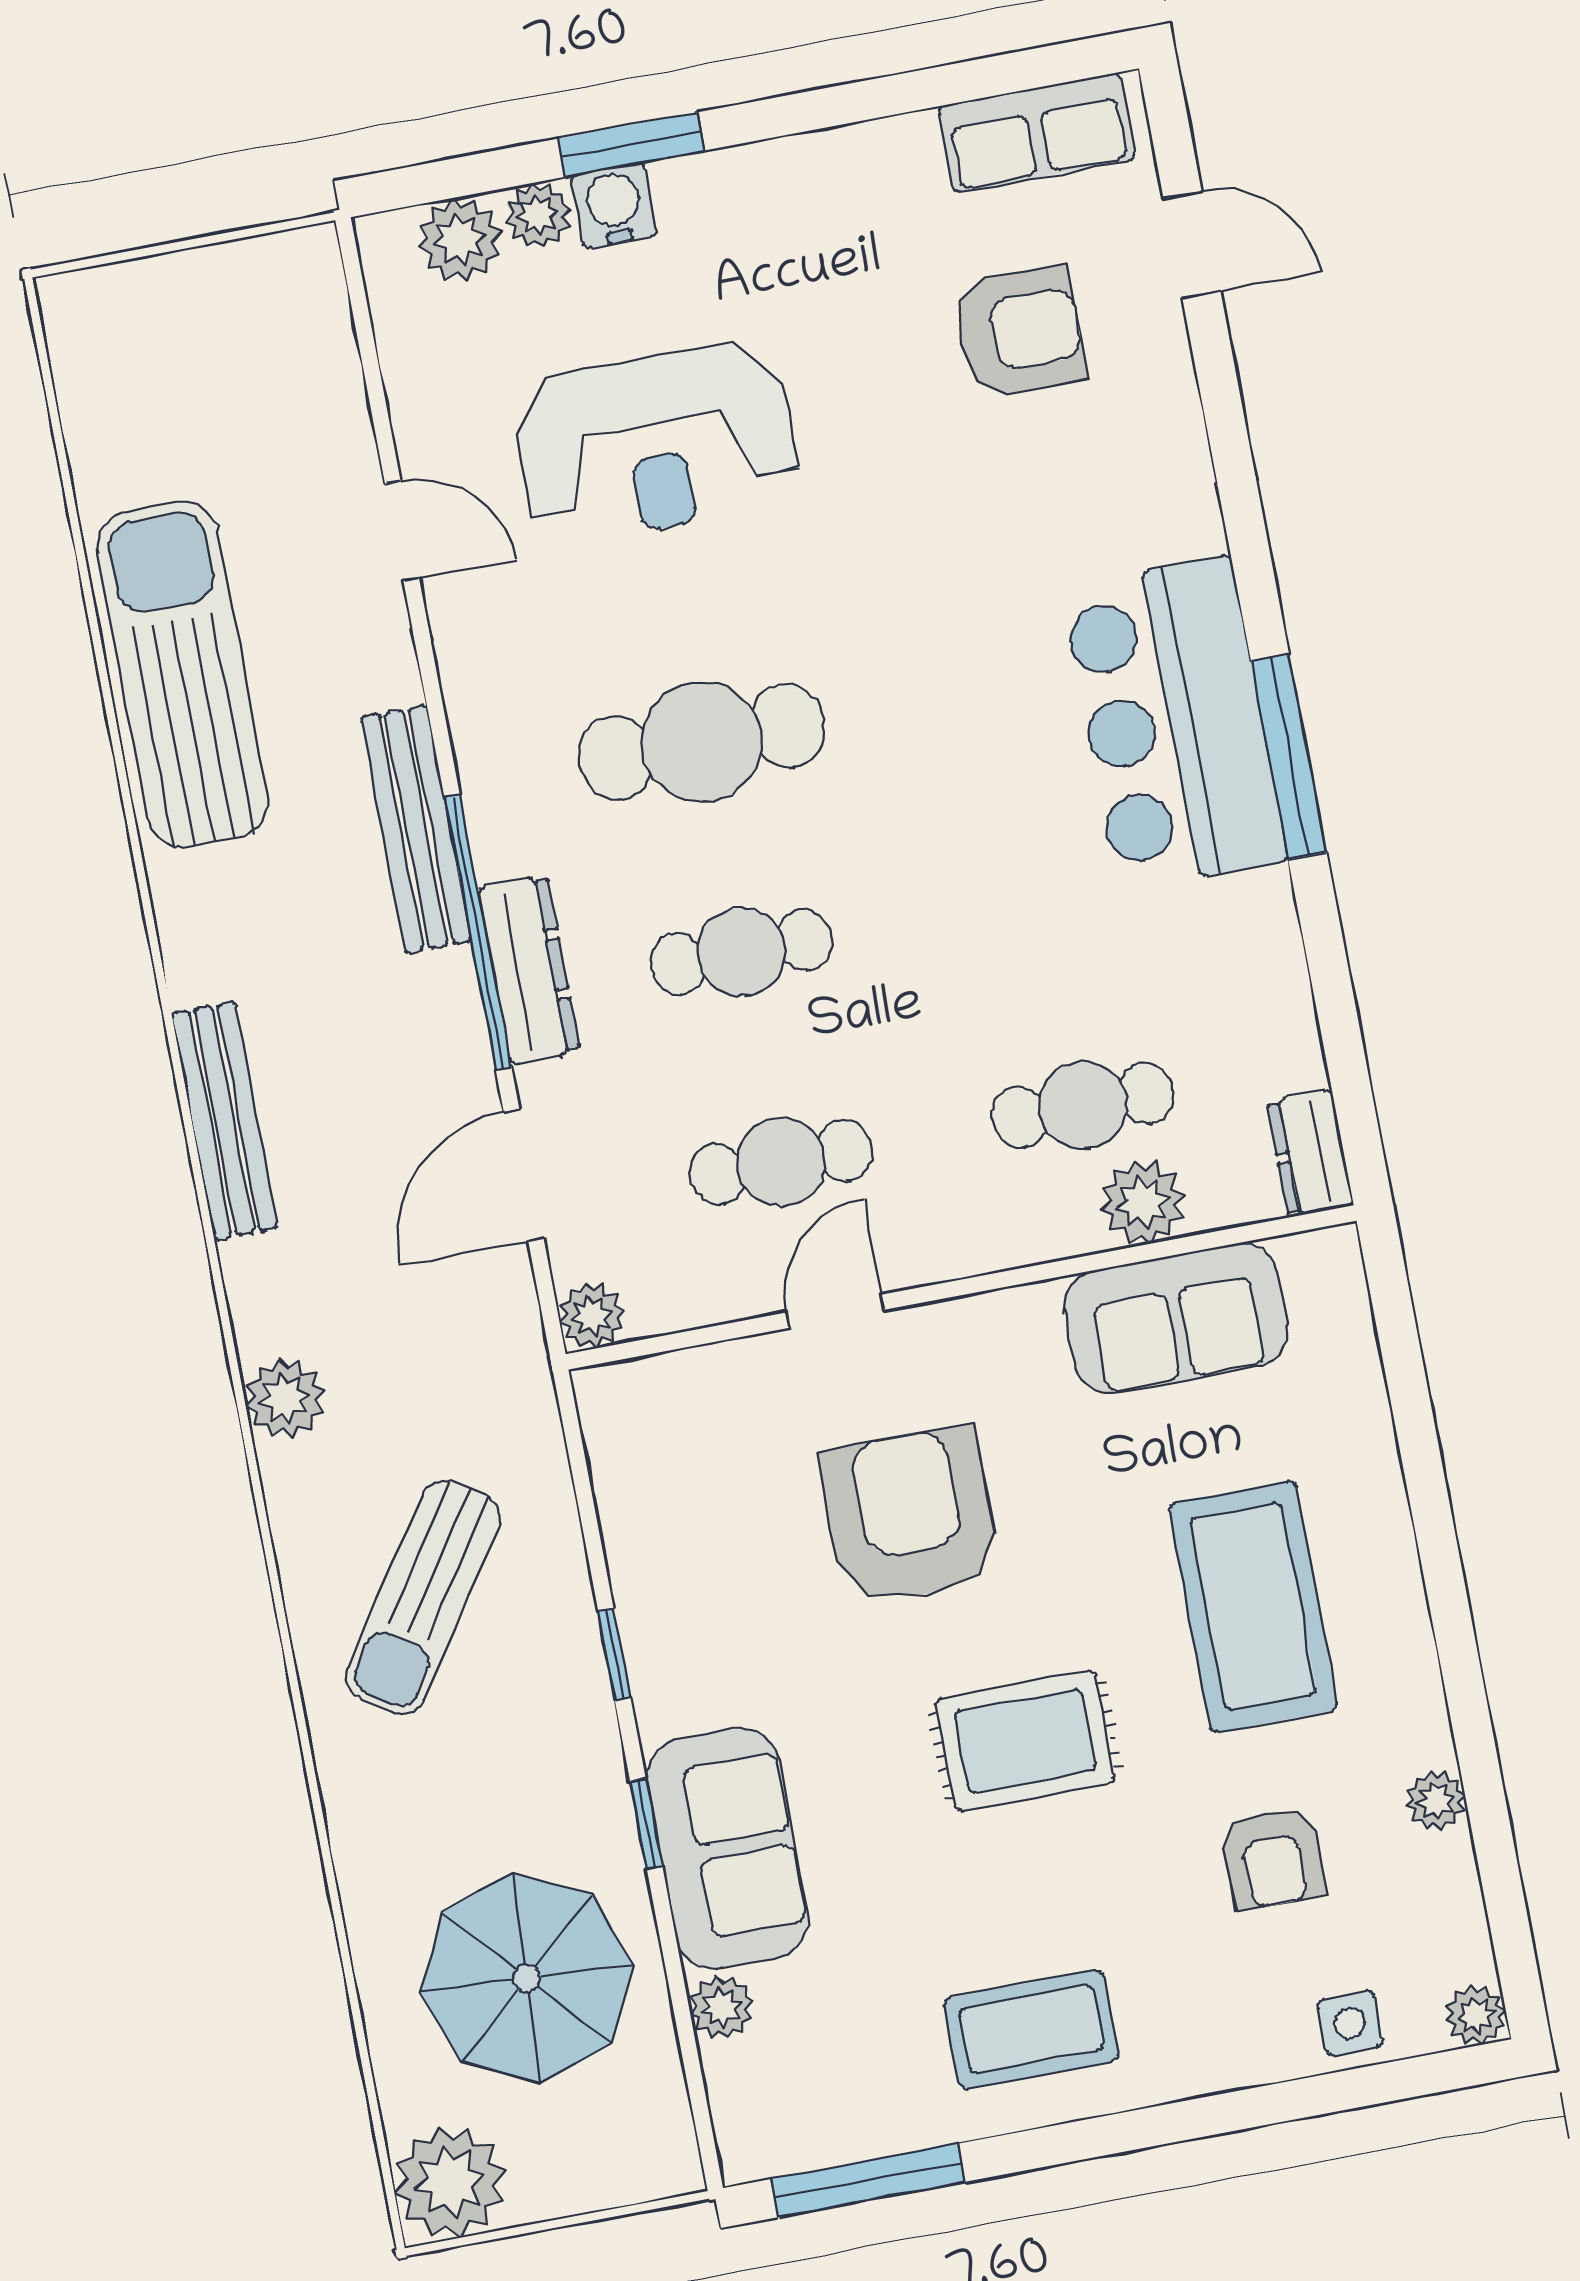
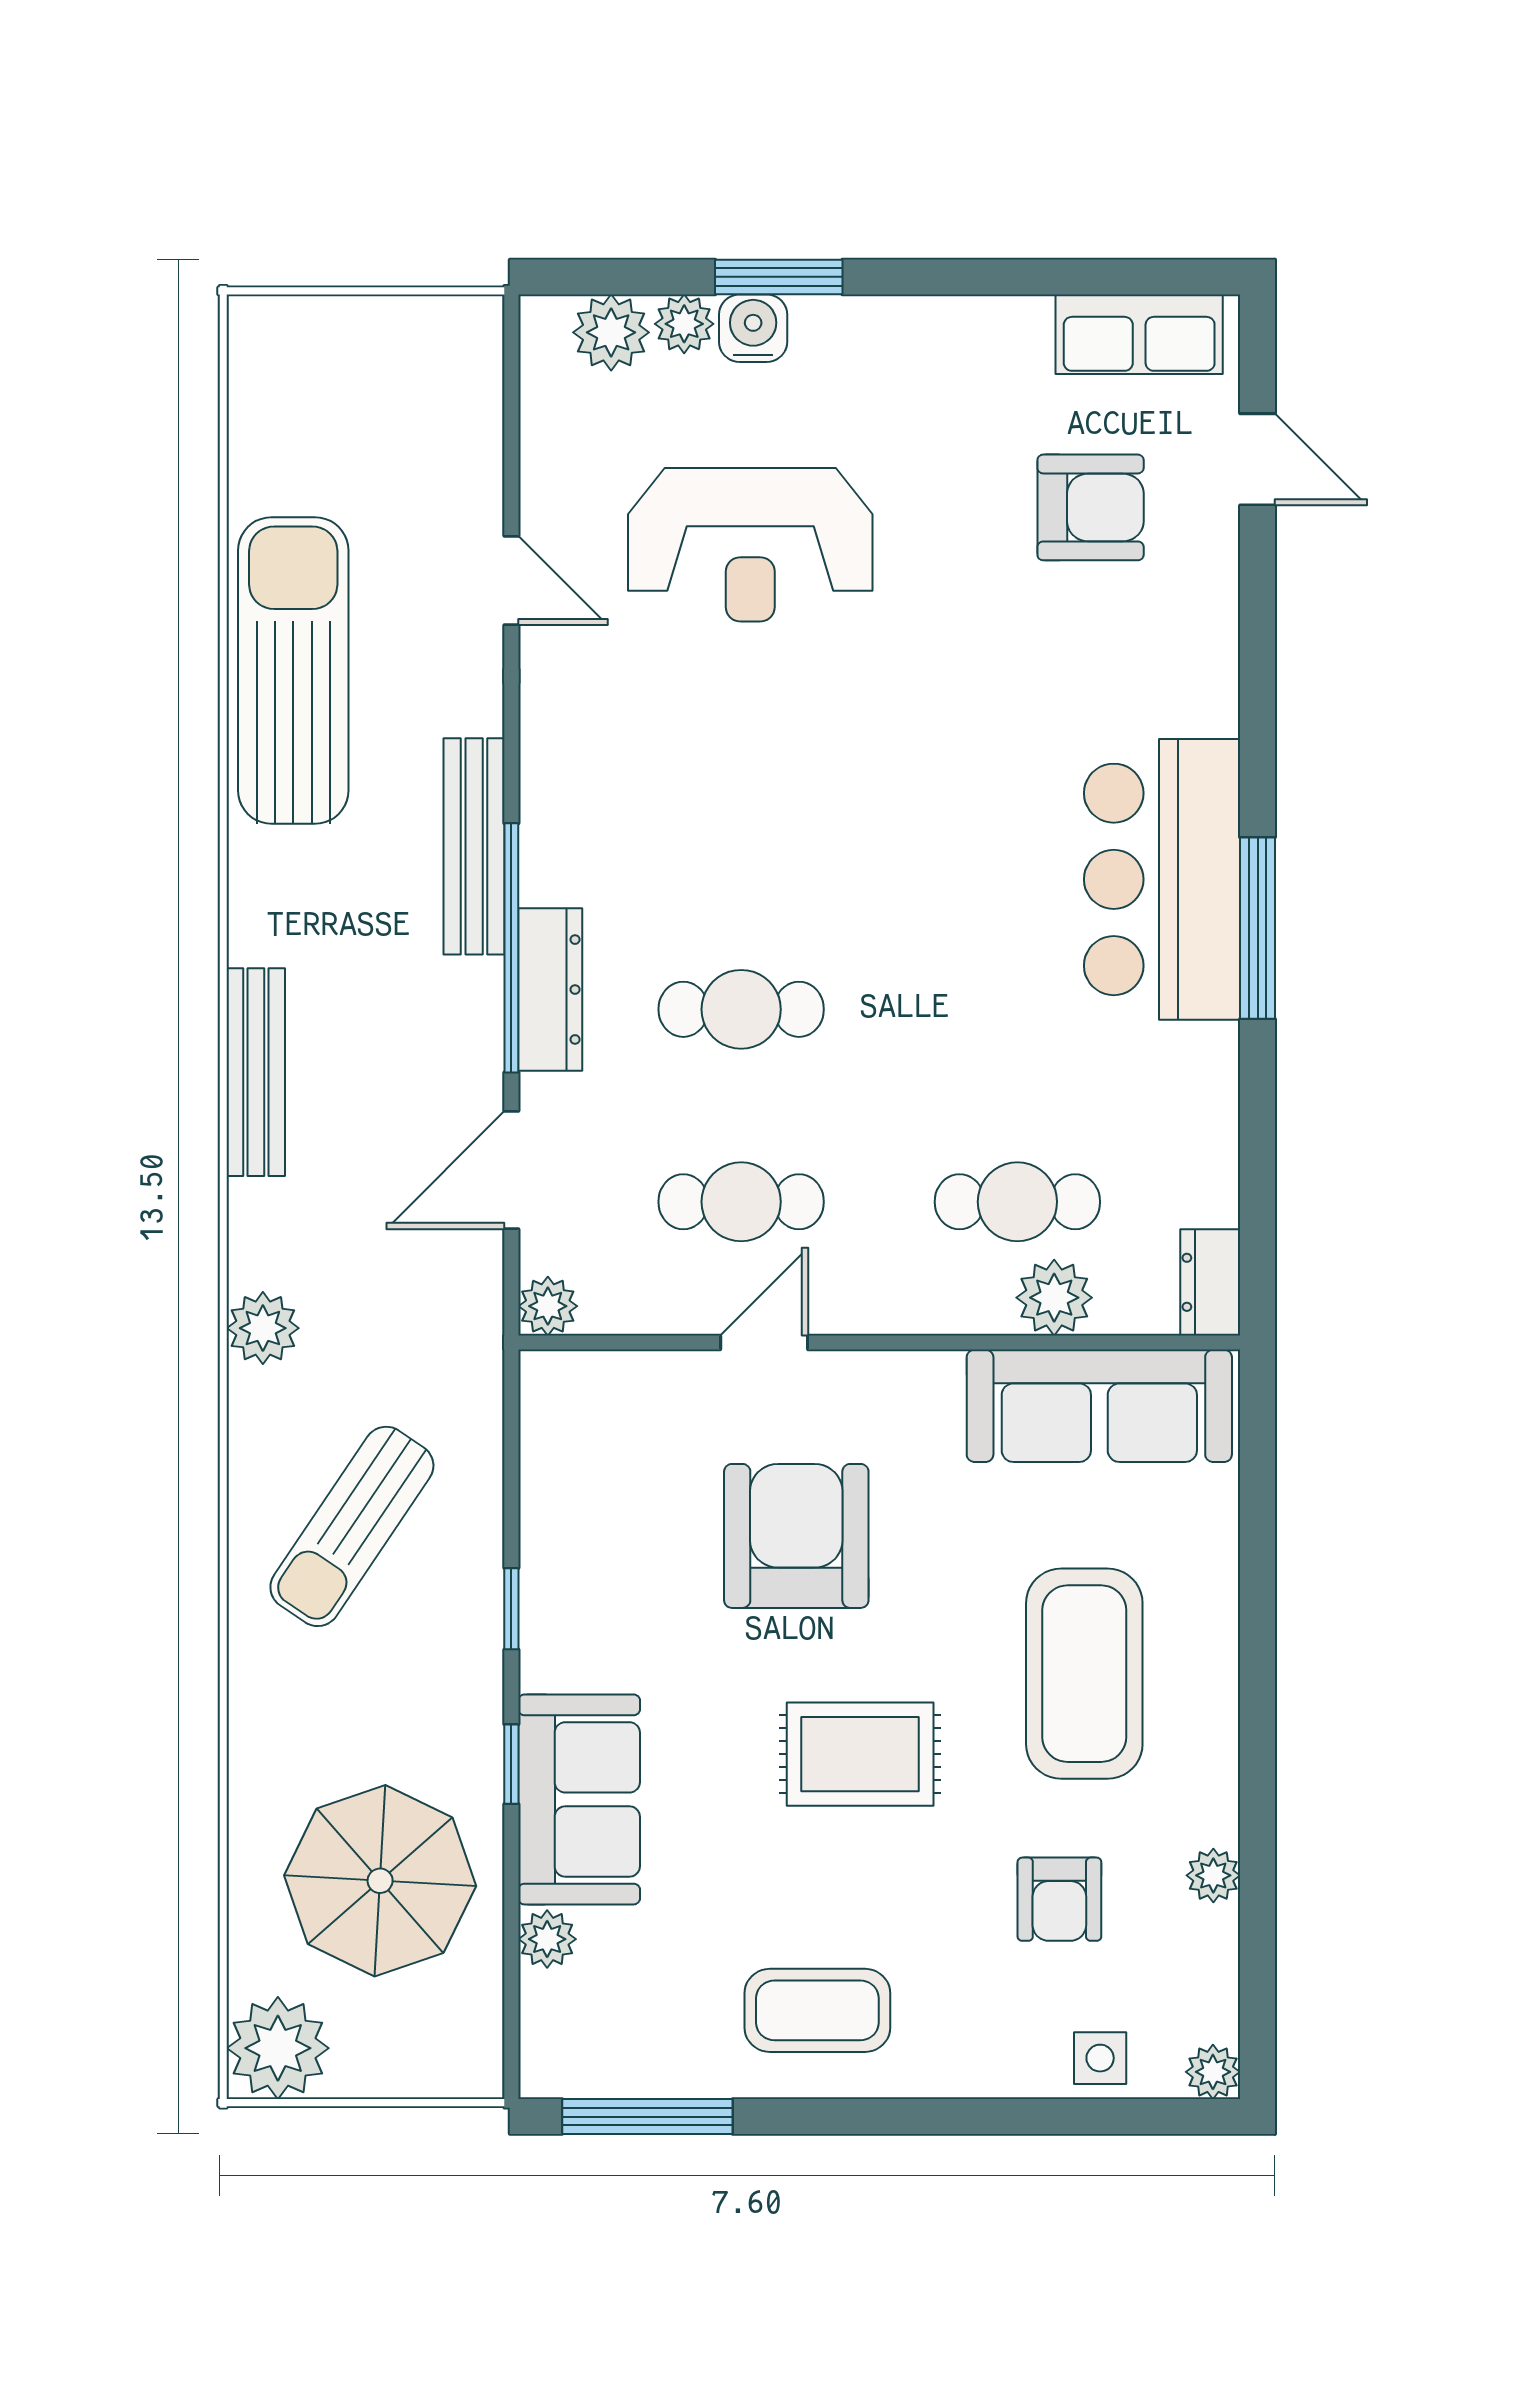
cafe table: (702, 742) -> (741, 817), removed
sofa: (1176, 1318) -> (1099, 1406), width x1.36

